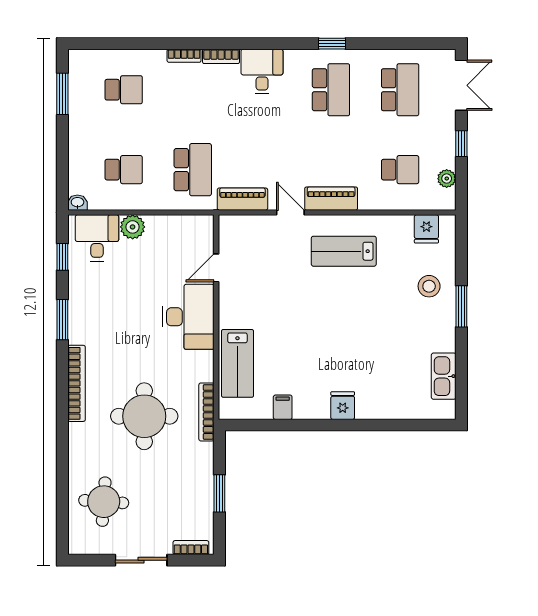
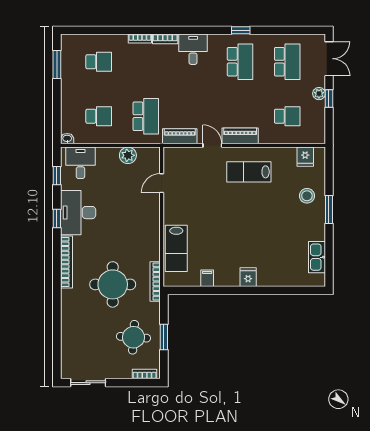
plant: (447, 179) -> (319, 94), moved
plant: (133, 227) -> (128, 155), moved
desk: (188, 317) -> (78, 213), moved, turned 180
window: (62, 320) -> (57, 219), width x0.67
round table: (104, 502) -> (133, 337), moved
sliding door: (141, 560) -> (88, 383), moved

